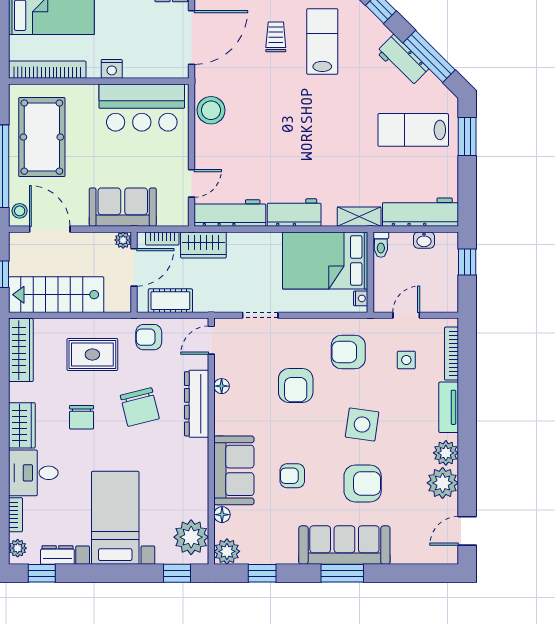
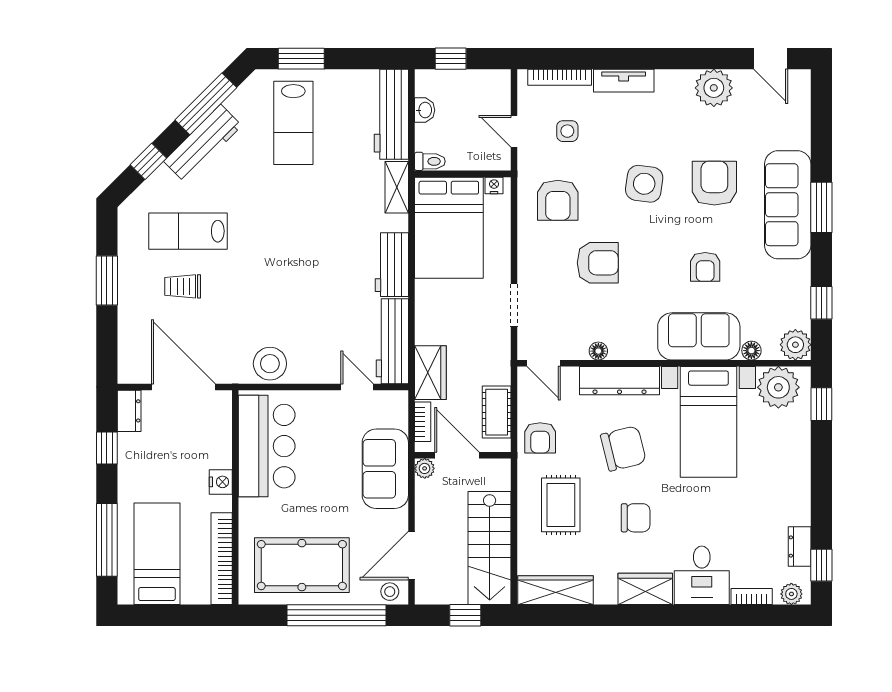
workbench: (403, 60) -> (203, 143), width x1.38
plant: (446, 453) -> (678, 84), removed
bed with nightstands: (115, 518) -> (708, 422), moved, turned -90

